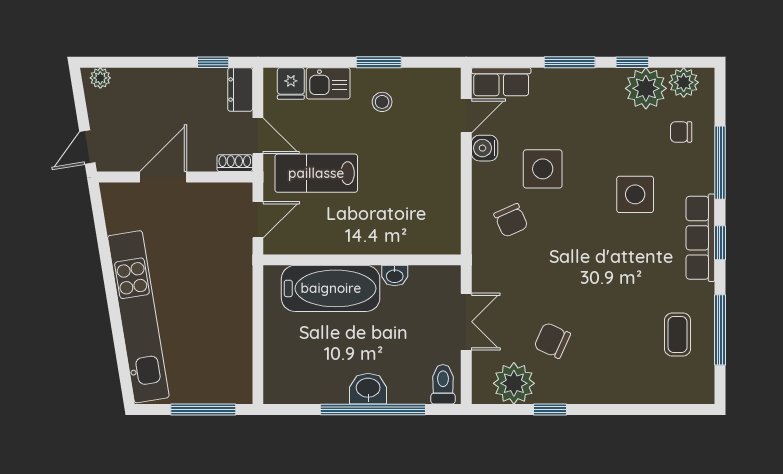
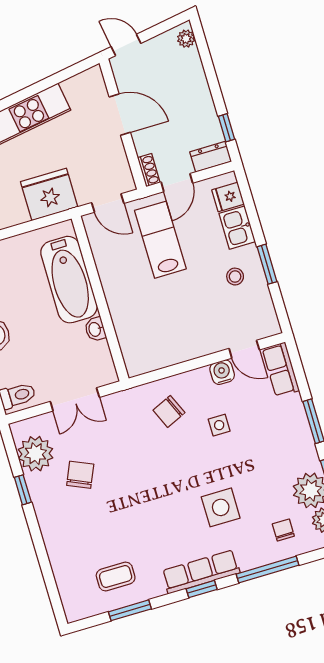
side table: (543, 169) -> (219, 425), width x0.54, depth x0.54
fridge: (229, 282) -> (49, 194), added
window: (720, 330) -> (130, 610), width x0.69

